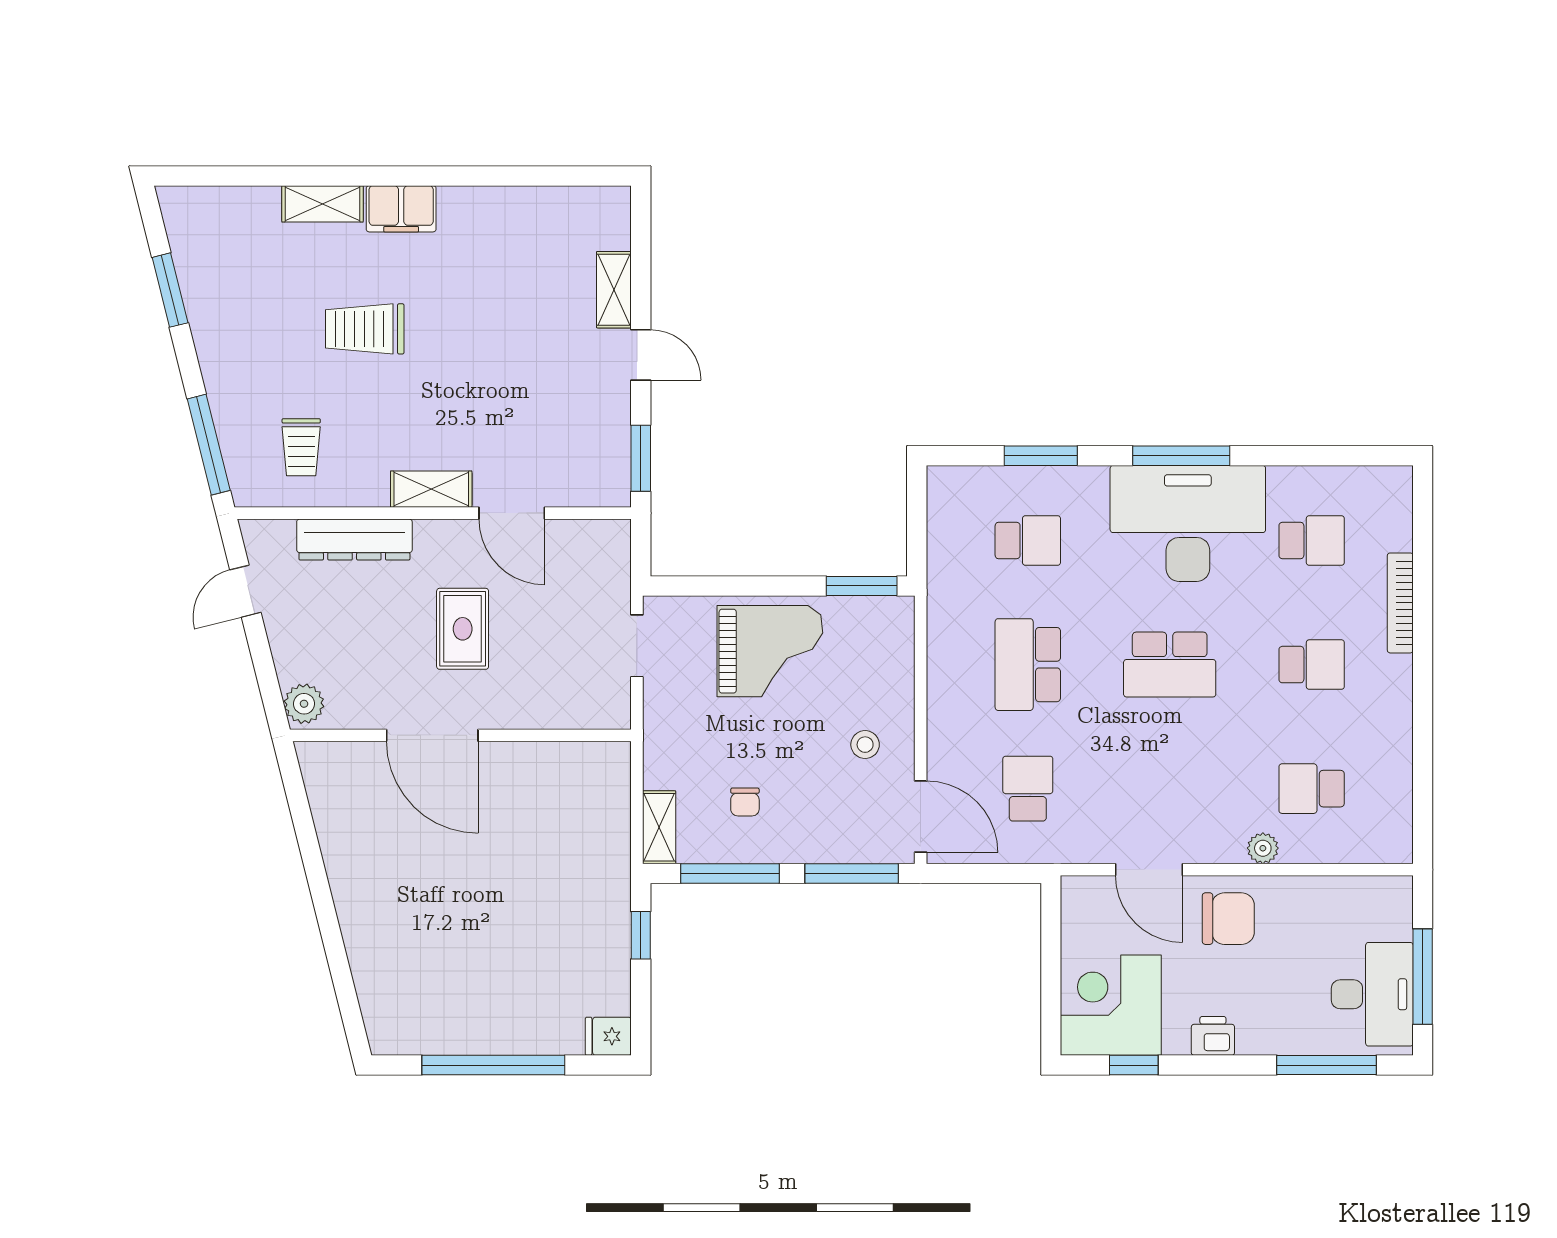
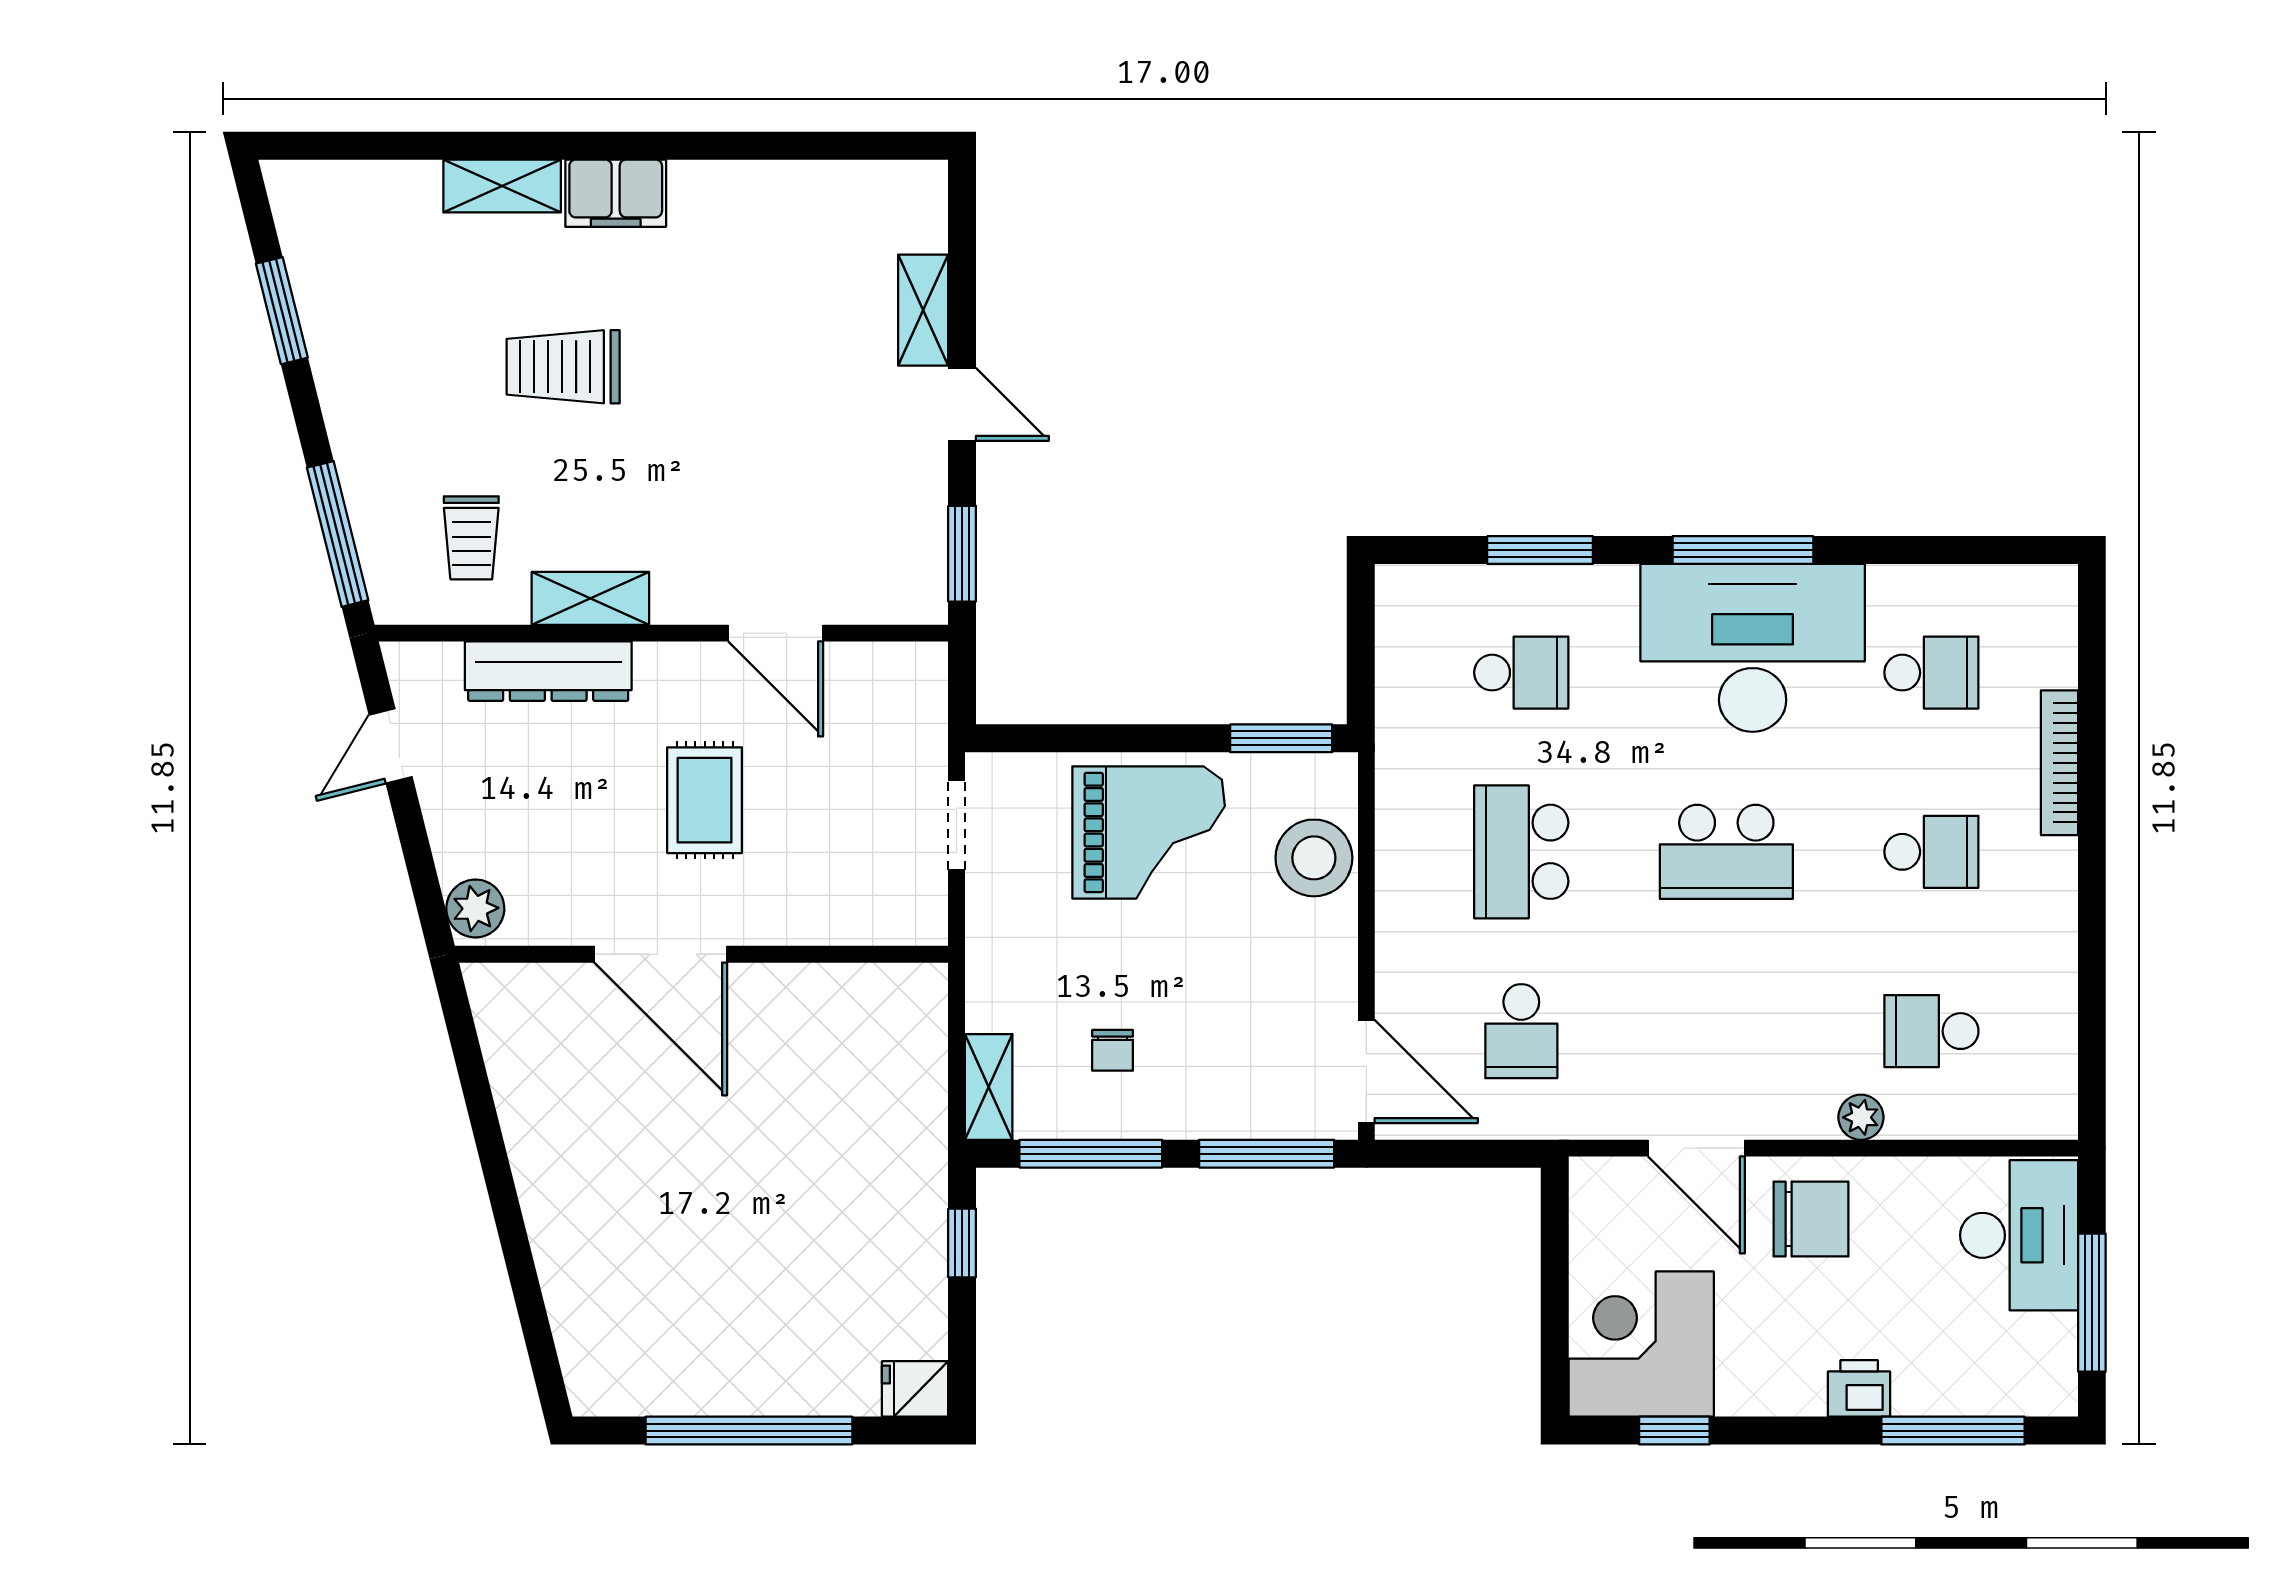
shelving: (431, 489) -> (590, 598), moved
stool: (865, 745) -> (1314, 858), moved, width x1.89, depth x1.89
school desk: (1028, 789) -> (1521, 1031), turned 180
desk: (1372, 994) -> (2019, 1235), moved
printer: (1213, 1036) -> (1859, 1388), moved

